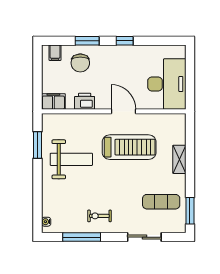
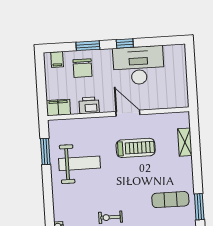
desk: (167, 84) -> (139, 65), moved, turned -90
treadmill: (129, 147) -> (136, 148), width x0.73, depth x0.73
shelving: (179, 159) -> (185, 142), moved

